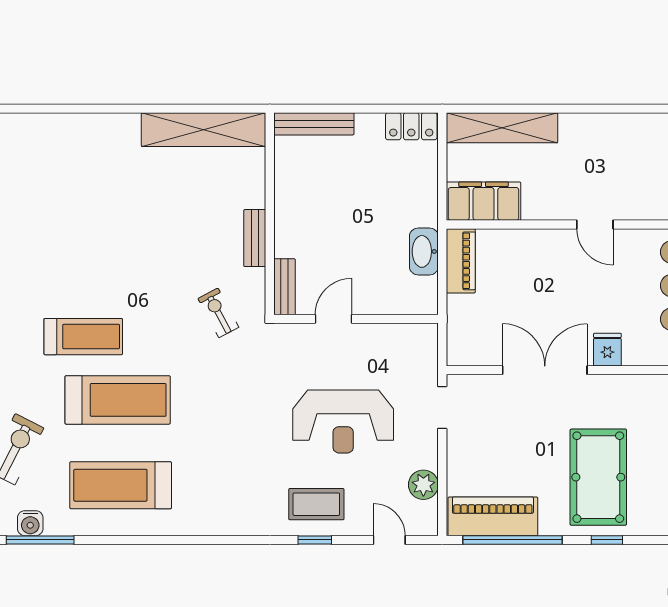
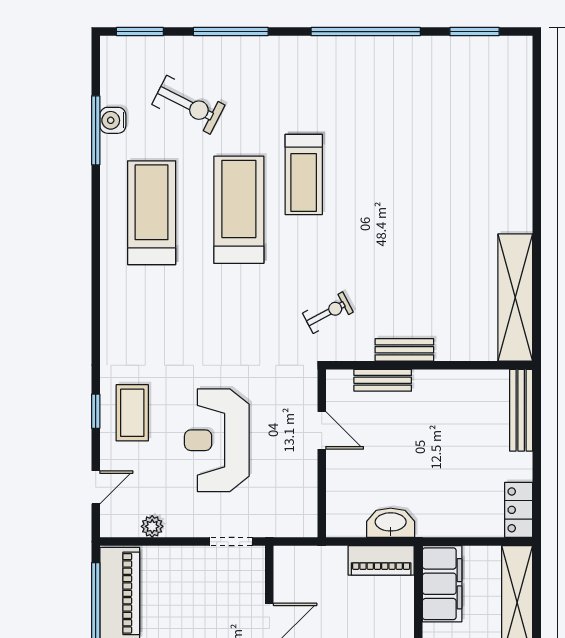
bench: (284, 287) -> (383, 380), moved
treadmill: (118, 400) -> (239, 210), turned 180
plant: (423, 485) -> (152, 526), width x0.73, depth x0.73

